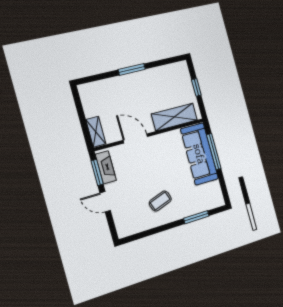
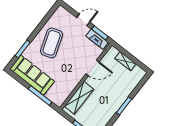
shelving: (96, 132) -> (125, 61), moved
sofa: (199, 154) -> (32, 75), moved
coffee table: (160, 201) -> (52, 43), width x1.86, depth x1.72

